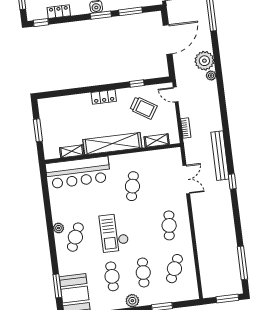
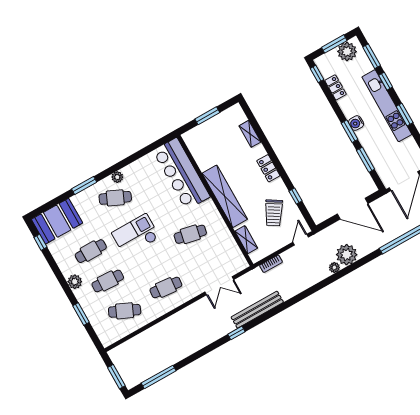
shelving: (72, 151) -> (250, 134), moved
window: (57, 286) -> (84, 185), moved

